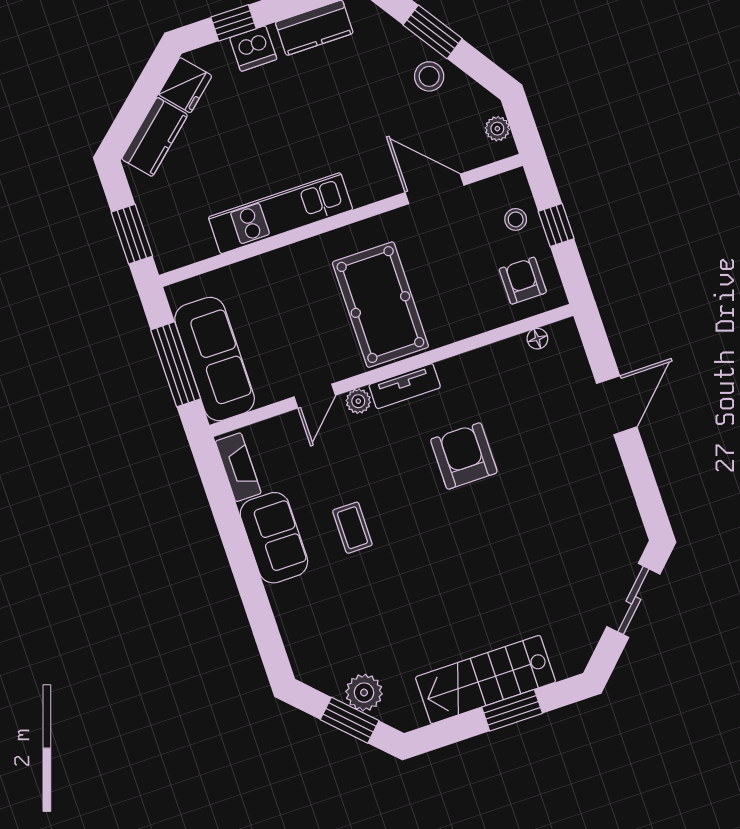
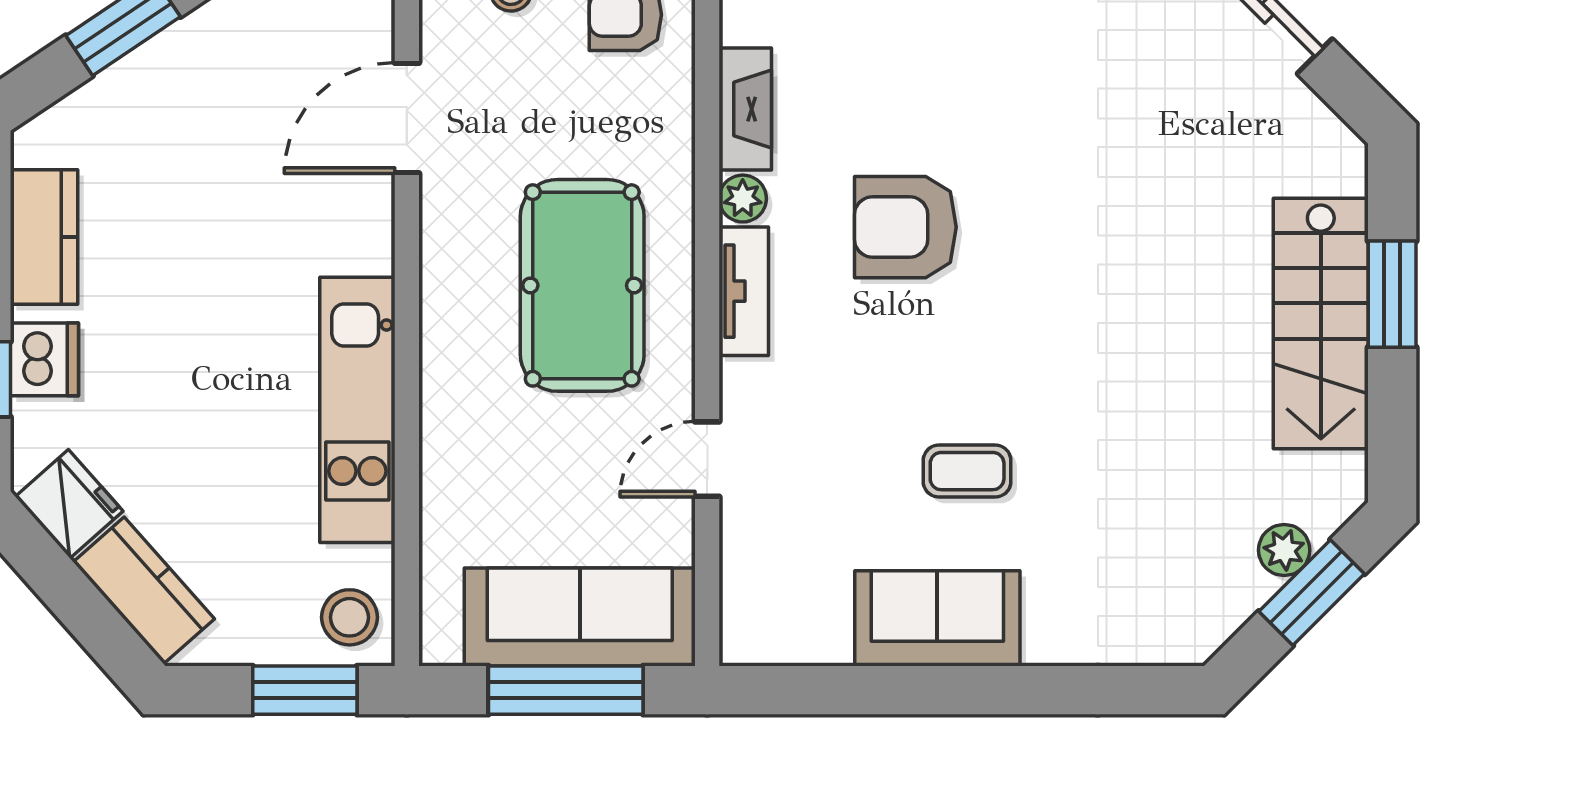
stool: (429, 76) -> (350, 617), moved
pool table: (380, 305) -> (582, 285), turned 90
floor lamp: (537, 339) -> (739, 24), removed
door: (315, 396) -> (707, 459), swing flipped
plant: (358, 401) -> (743, 199), moved
fireplace: (238, 467) -> (745, 109), moved, turned 90
plant: (364, 693) -> (1284, 550), width x0.73, depth x0.73

